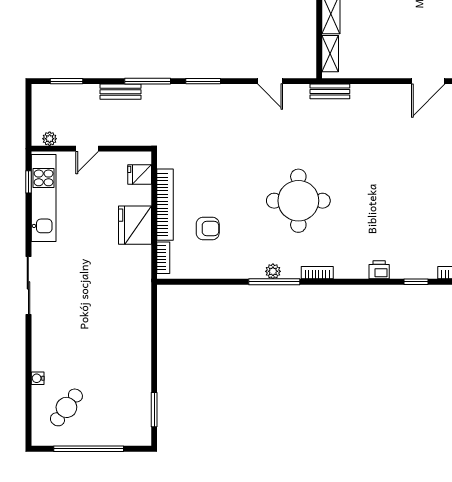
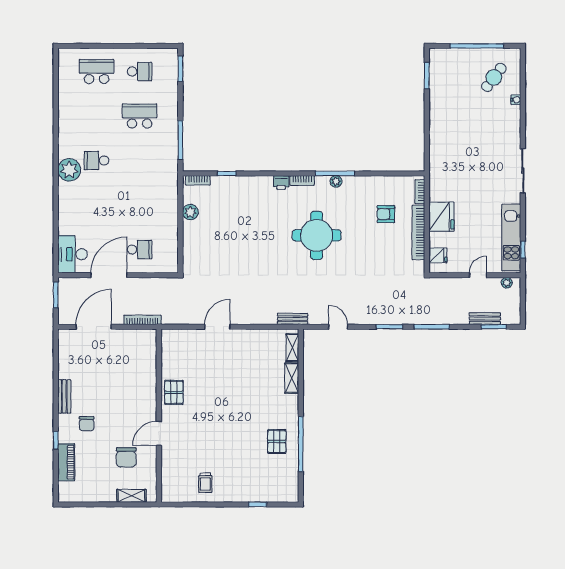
bench: (120, 92) -> (485, 319), moved
printer: (379, 270) -> (281, 183), moved

